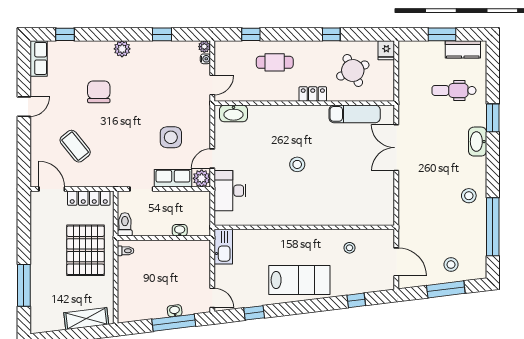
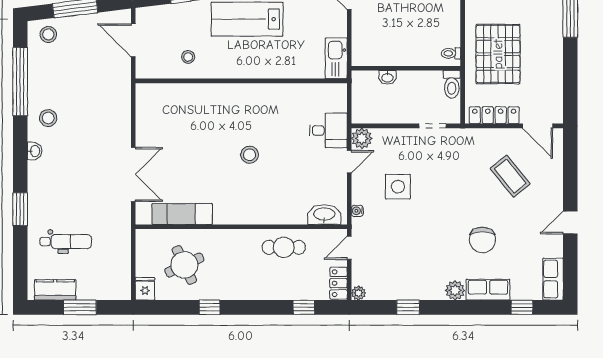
water cooler: (205, 59) -> (357, 211), moved
cafe table: (275, 62) -> (284, 247), moved
locker: (313, 94) -> (339, 283), moved, turned 90
washbasin: (478, 142) -> (35, 151), moved, width x0.52, depth x0.69
row of seats: (173, 178) -> (488, 290), moved, turned 180
desk: (230, 191) -> (328, 130), width x0.73
stool: (451, 265) -> (48, 34), moved

